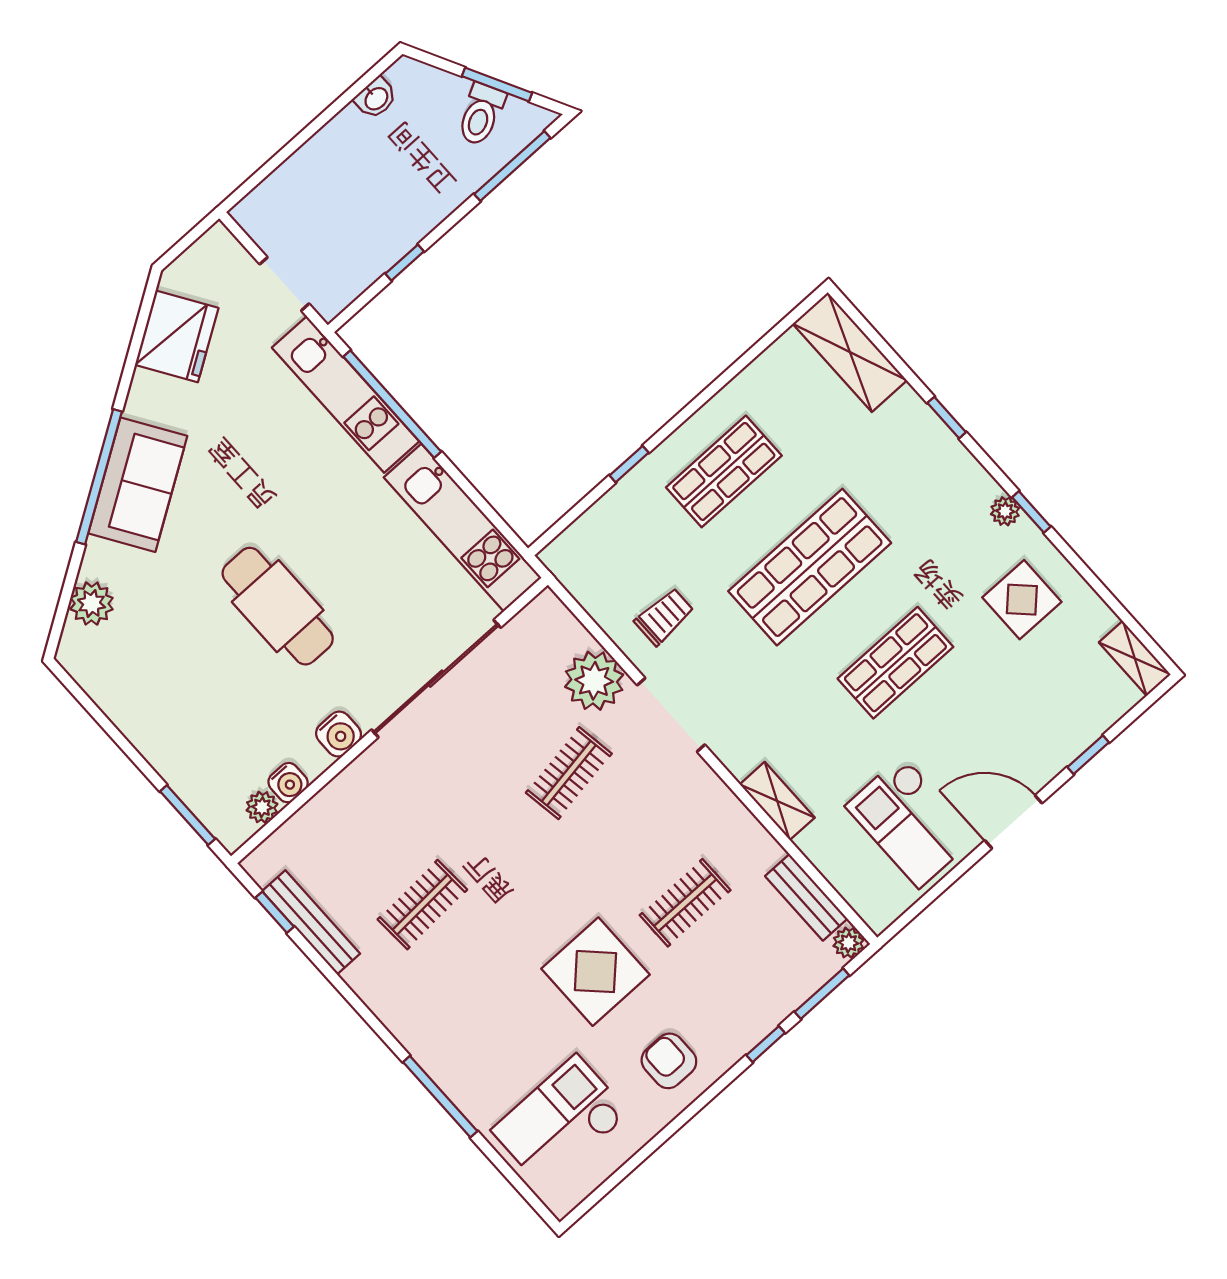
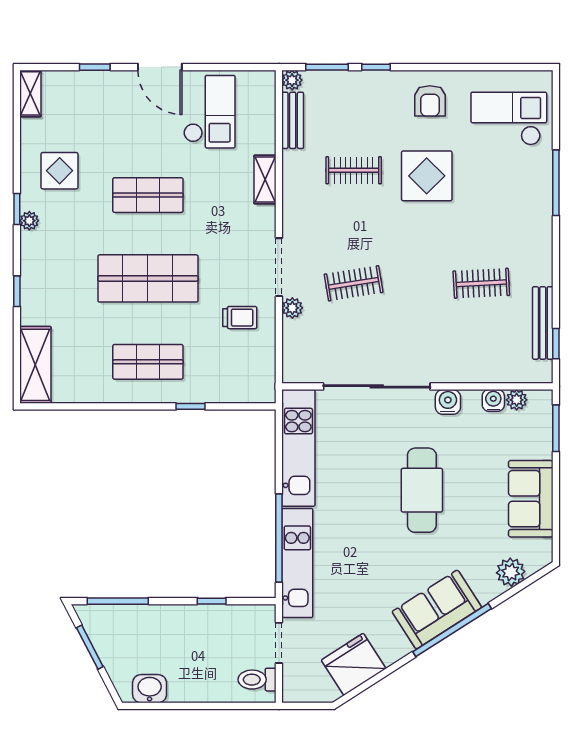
washbasin: (376, 98) -> (150, 689), width x1.38, depth x1.45
toilet: (481, 114) -> (257, 680), moved, turned -153
trolley: (664, 617) -> (240, 318), turned 180
plant: (594, 681) -> (292, 308), width x0.53, depth x0.53
sofa: (144, 708) -> (531, 499), added
checkout: (560, 1122) -> (509, 119), turned 180

